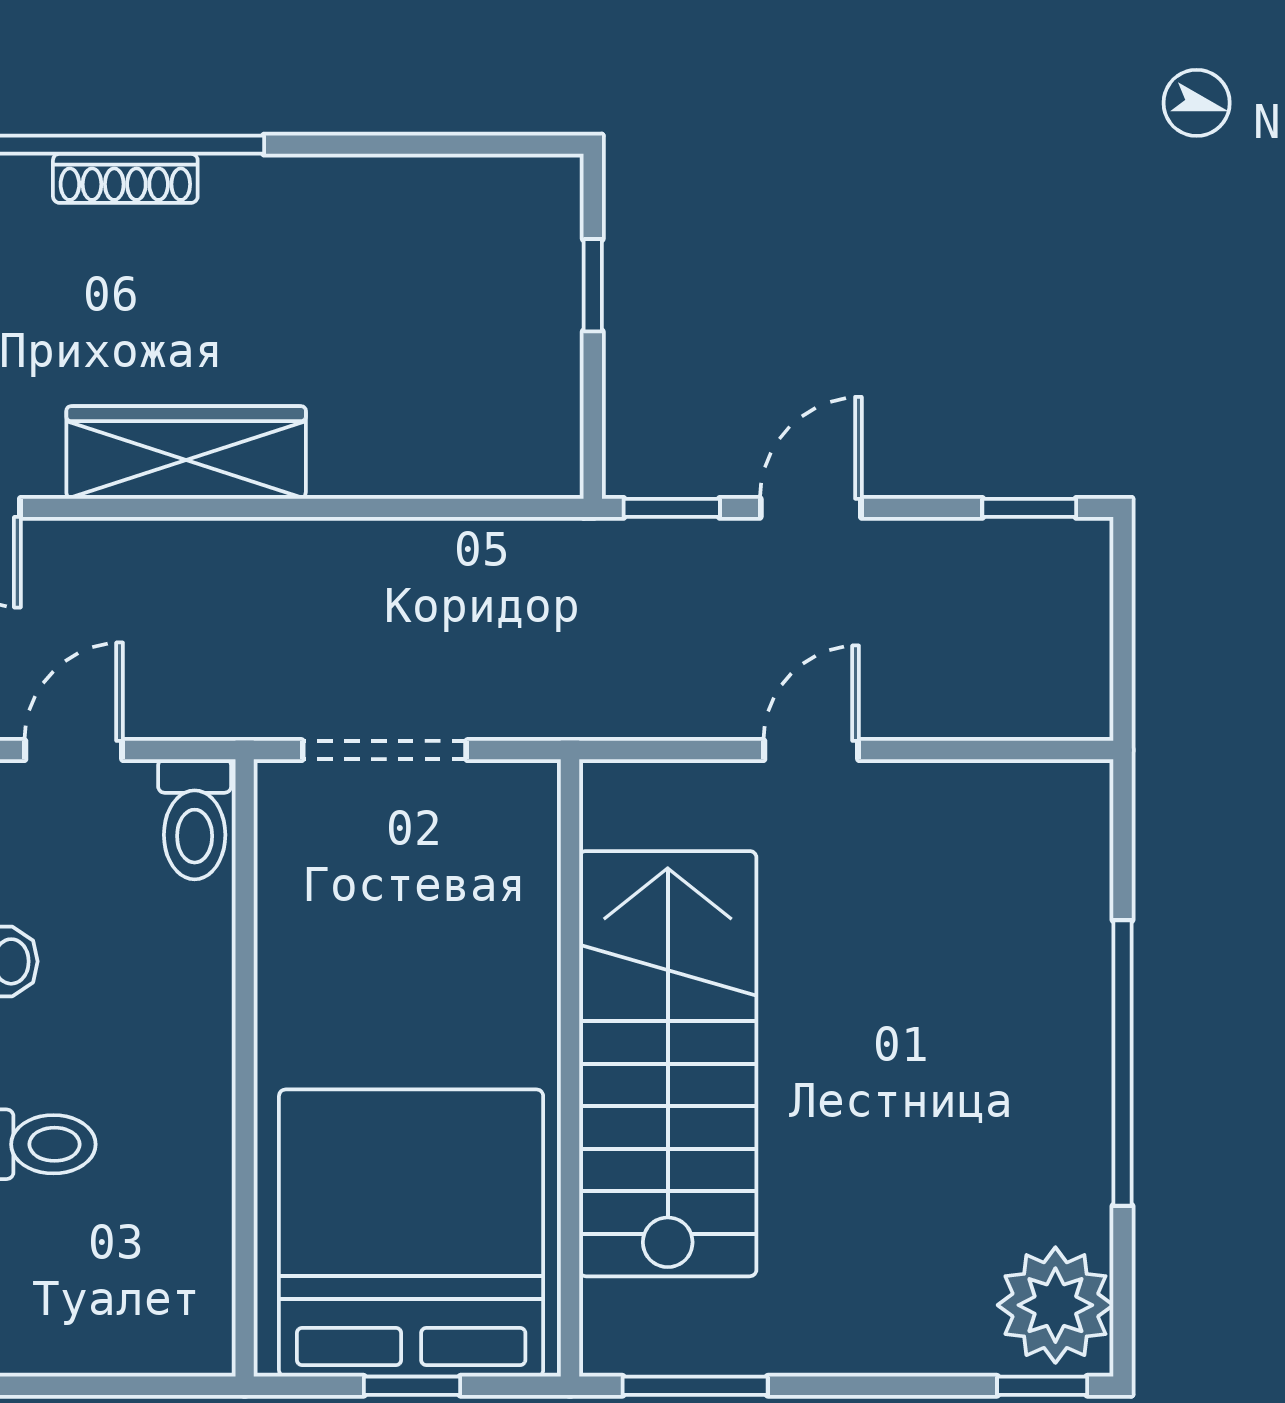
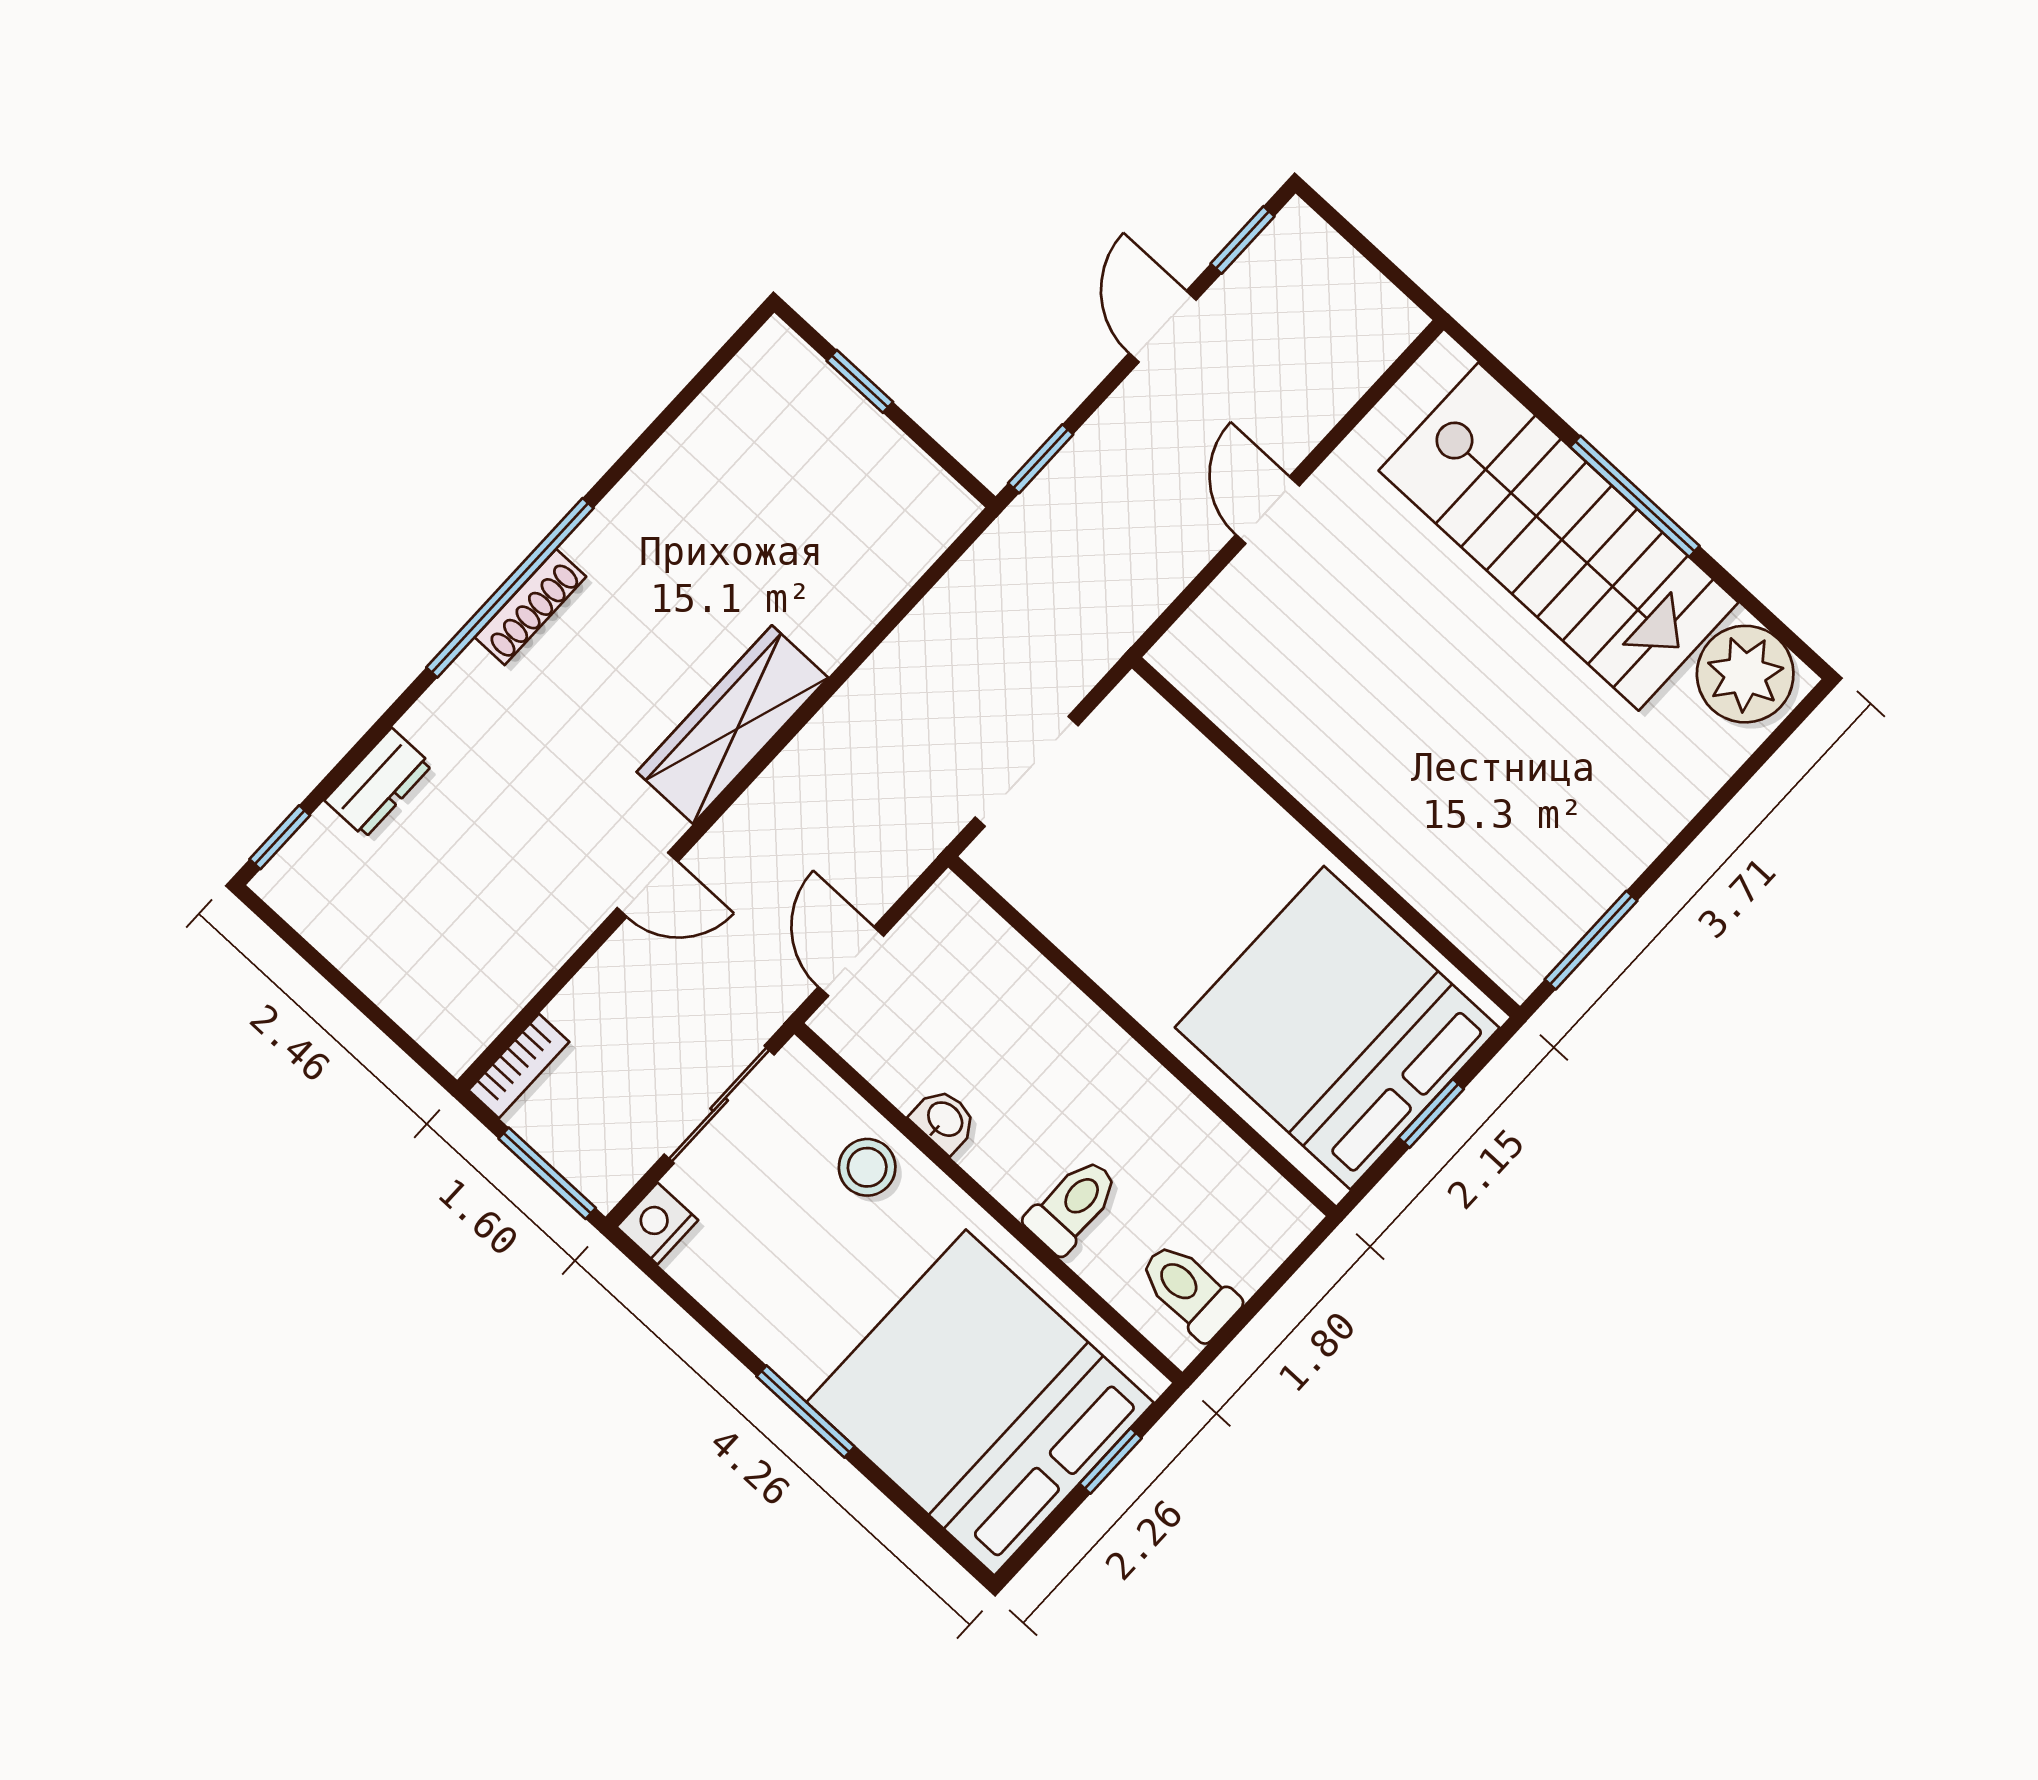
door: (811, 508) -> (1163, 327), moved
toilet: (195, 819) -> (1189, 1291), moved, turned 180
window: (1122, 1063) -> (1635, 496), width x0.68
stairs: (668, 1064) -> (1559, 537), moved, turned 180
window: (1042, 1386) -> (1787, 728), removed

